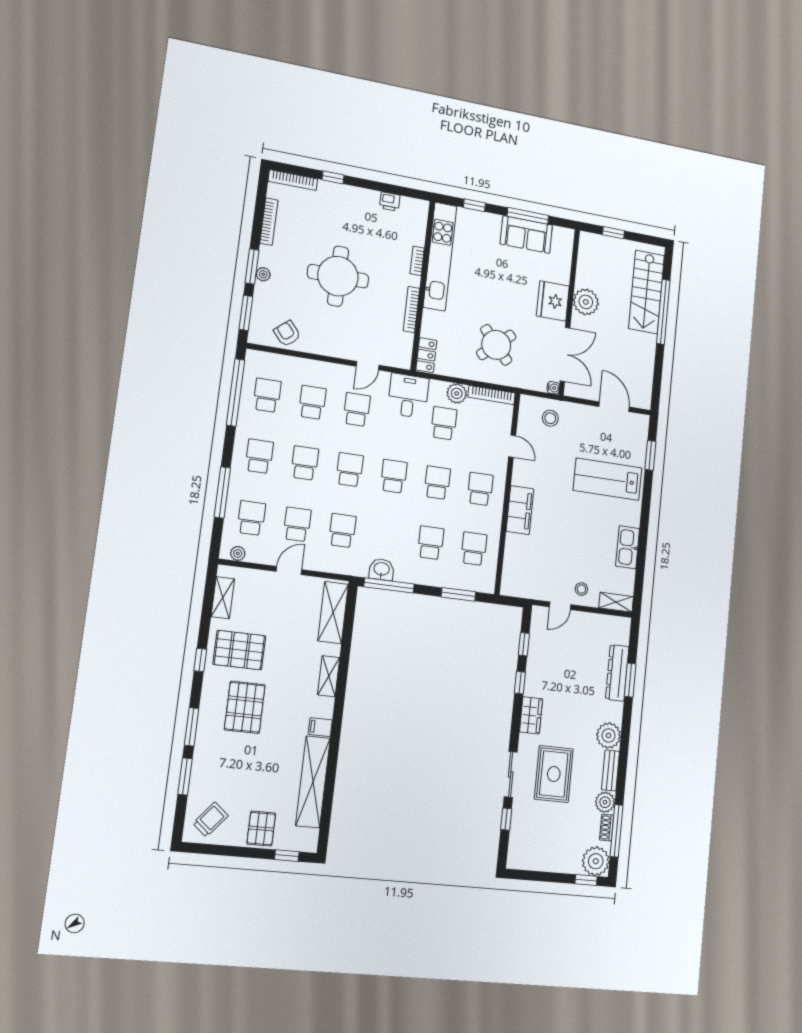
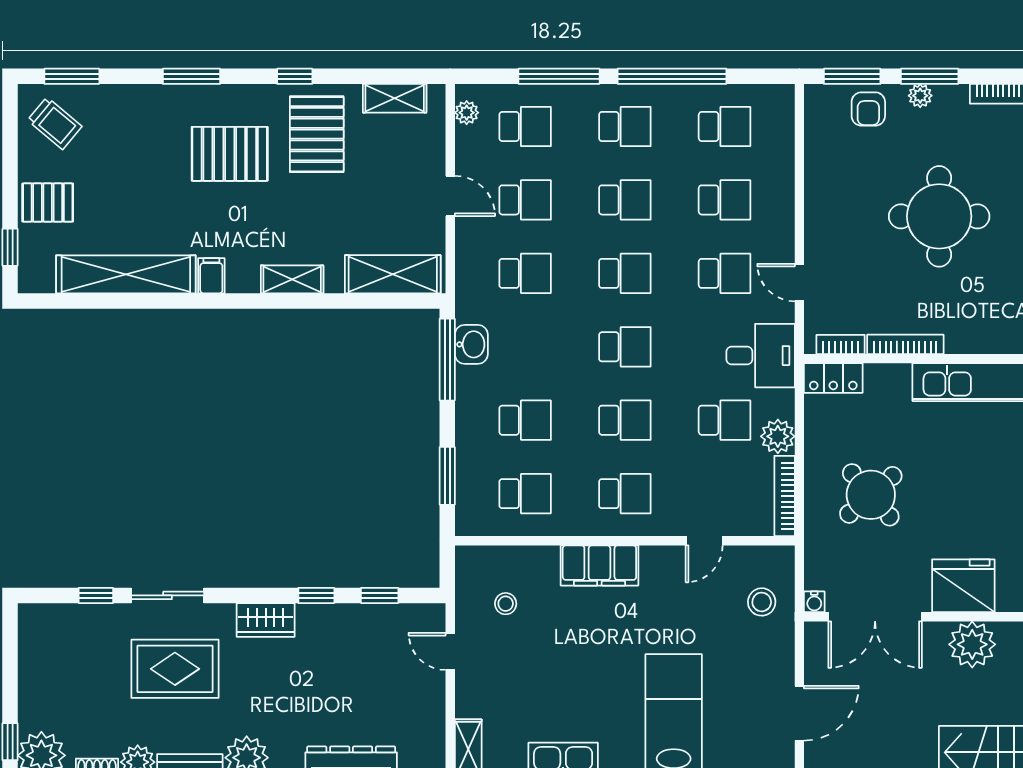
bookcase: (417, 261) -> (841, 344), moved
armchair: (287, 334) -> (868, 109), moved, turned 130
window: (235, 393) -> (672, 76), moved
stool: (581, 589) -> (506, 604), moved
window: (185, 776) -> (72, 76), moved

